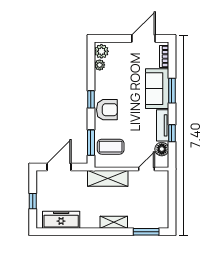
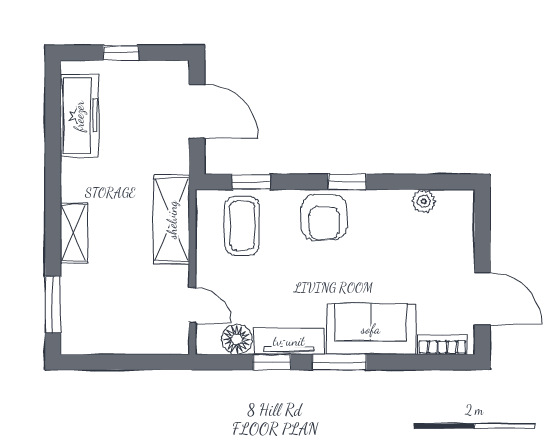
plant: (101, 51) -> (454, 205), removed
window: (172, 91) -> (339, 362), moved
window: (91, 143) -> (251, 182), width x0.67

